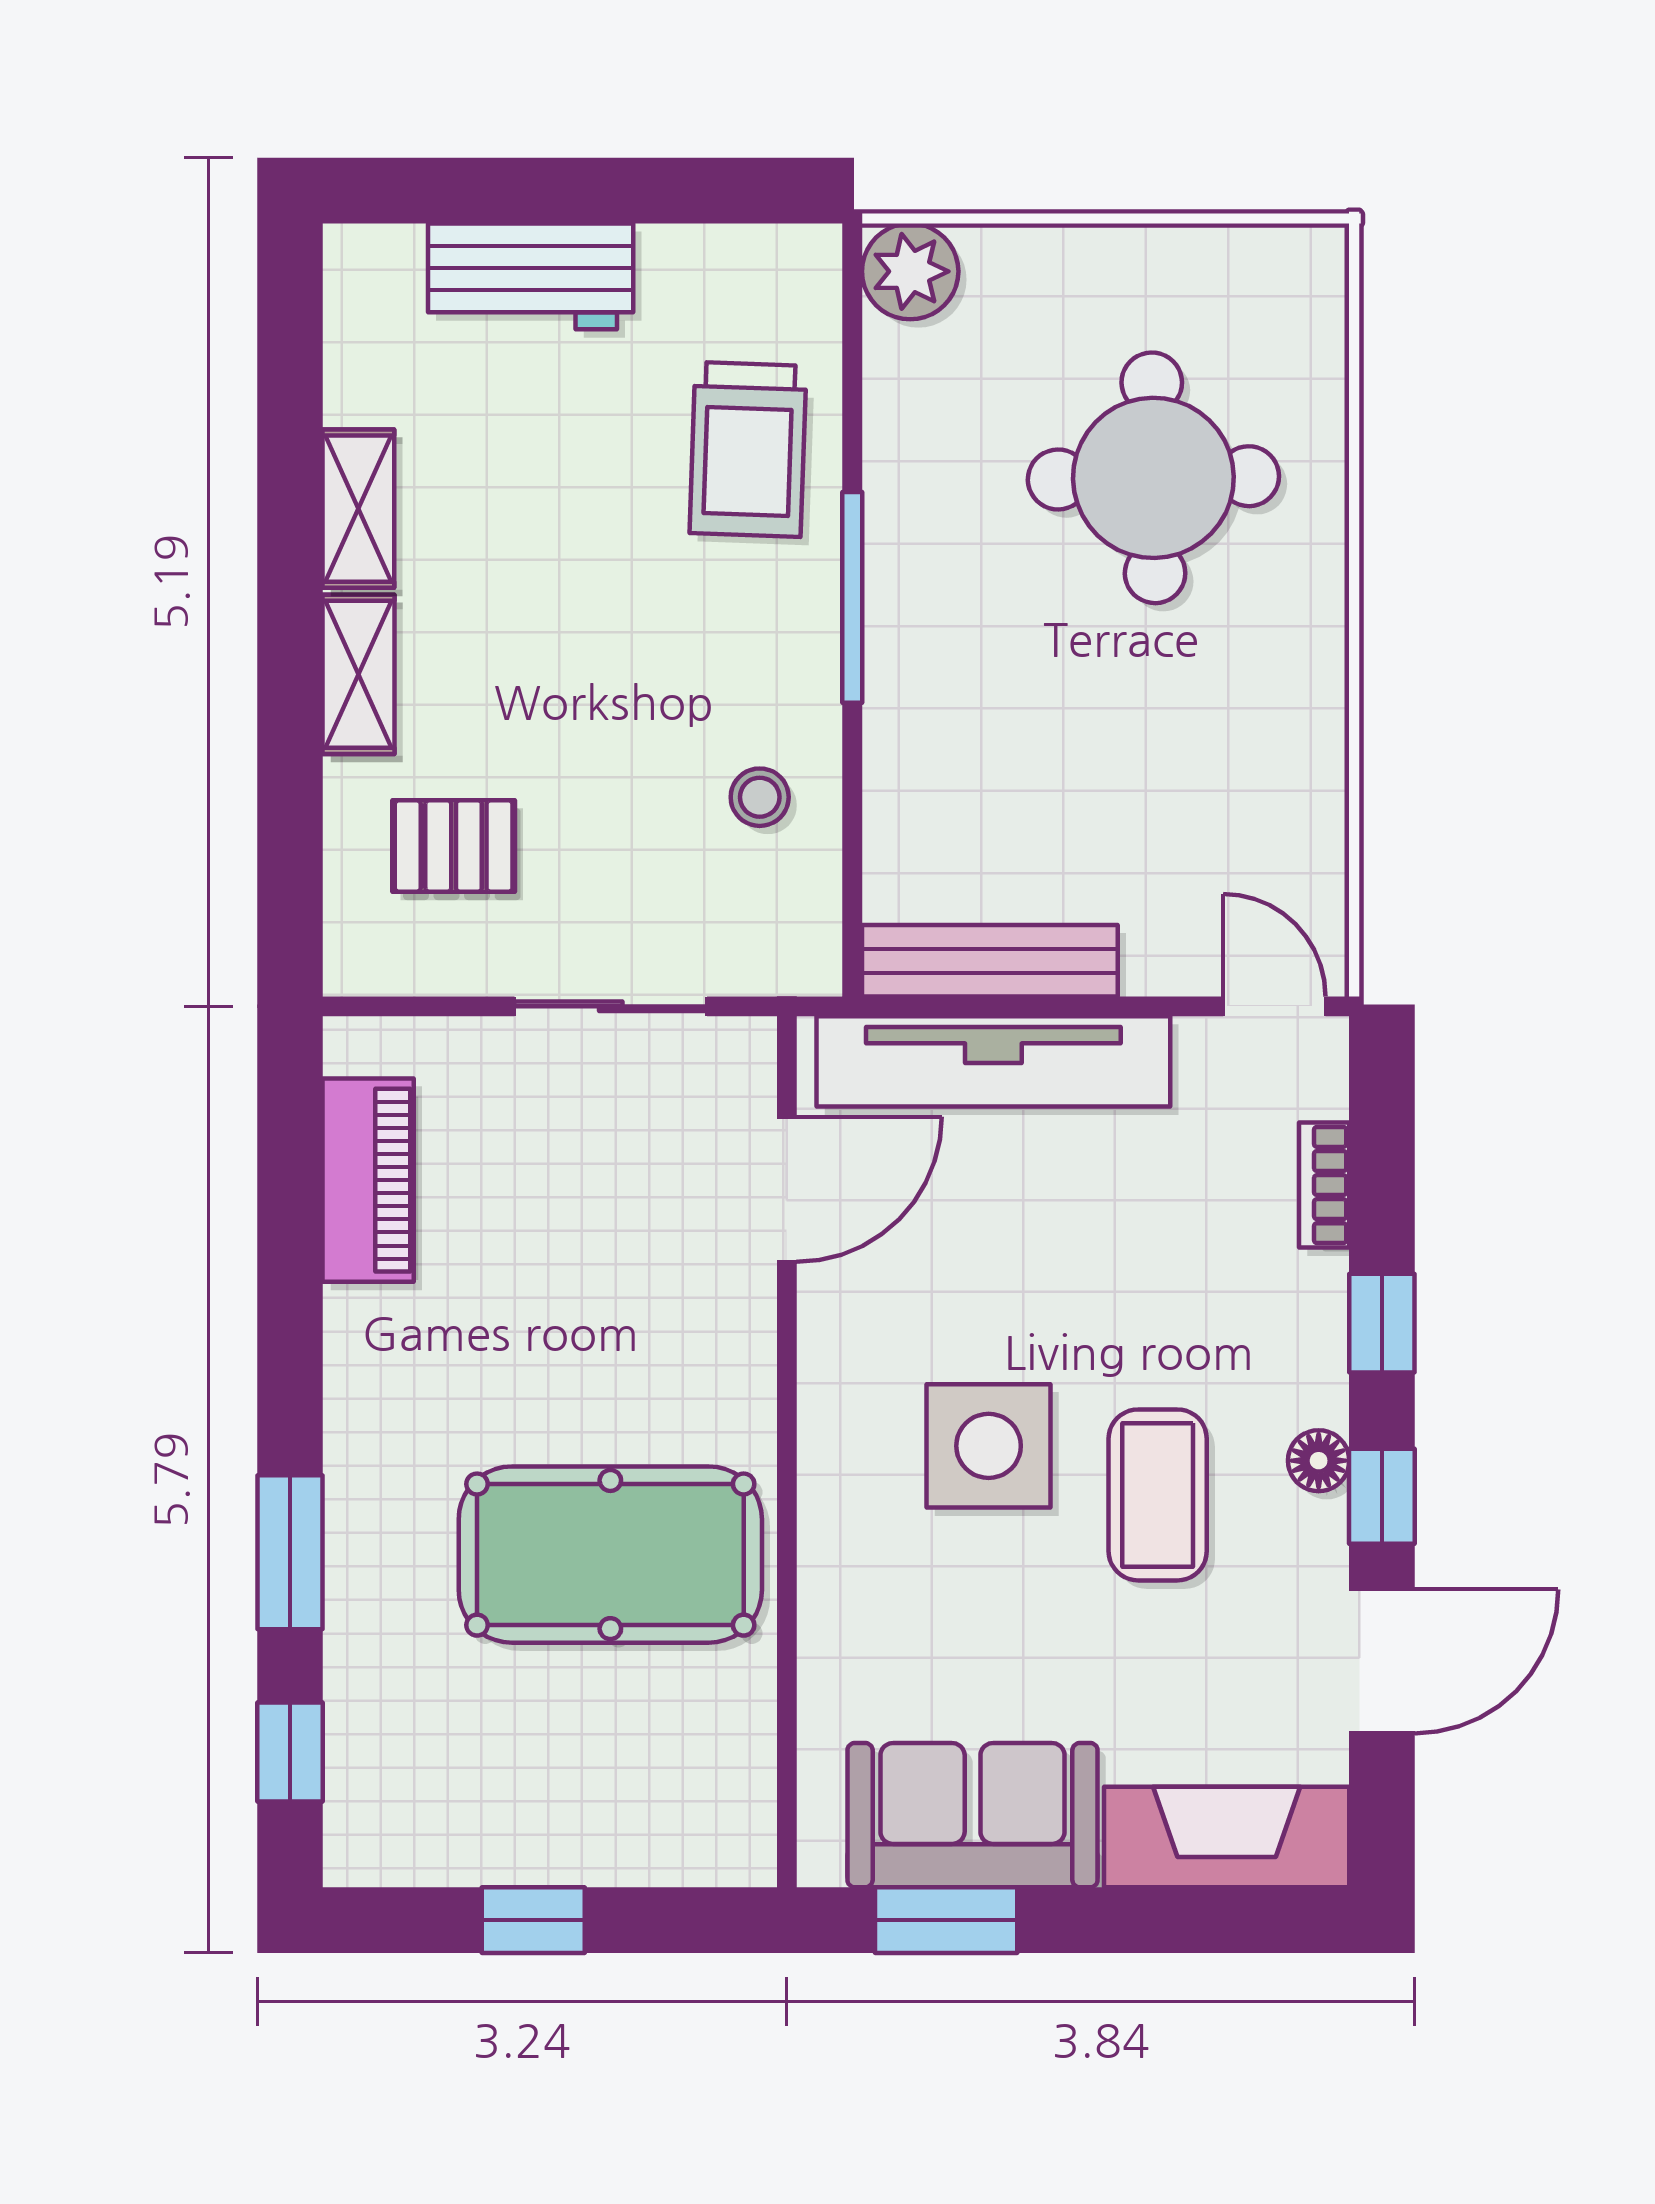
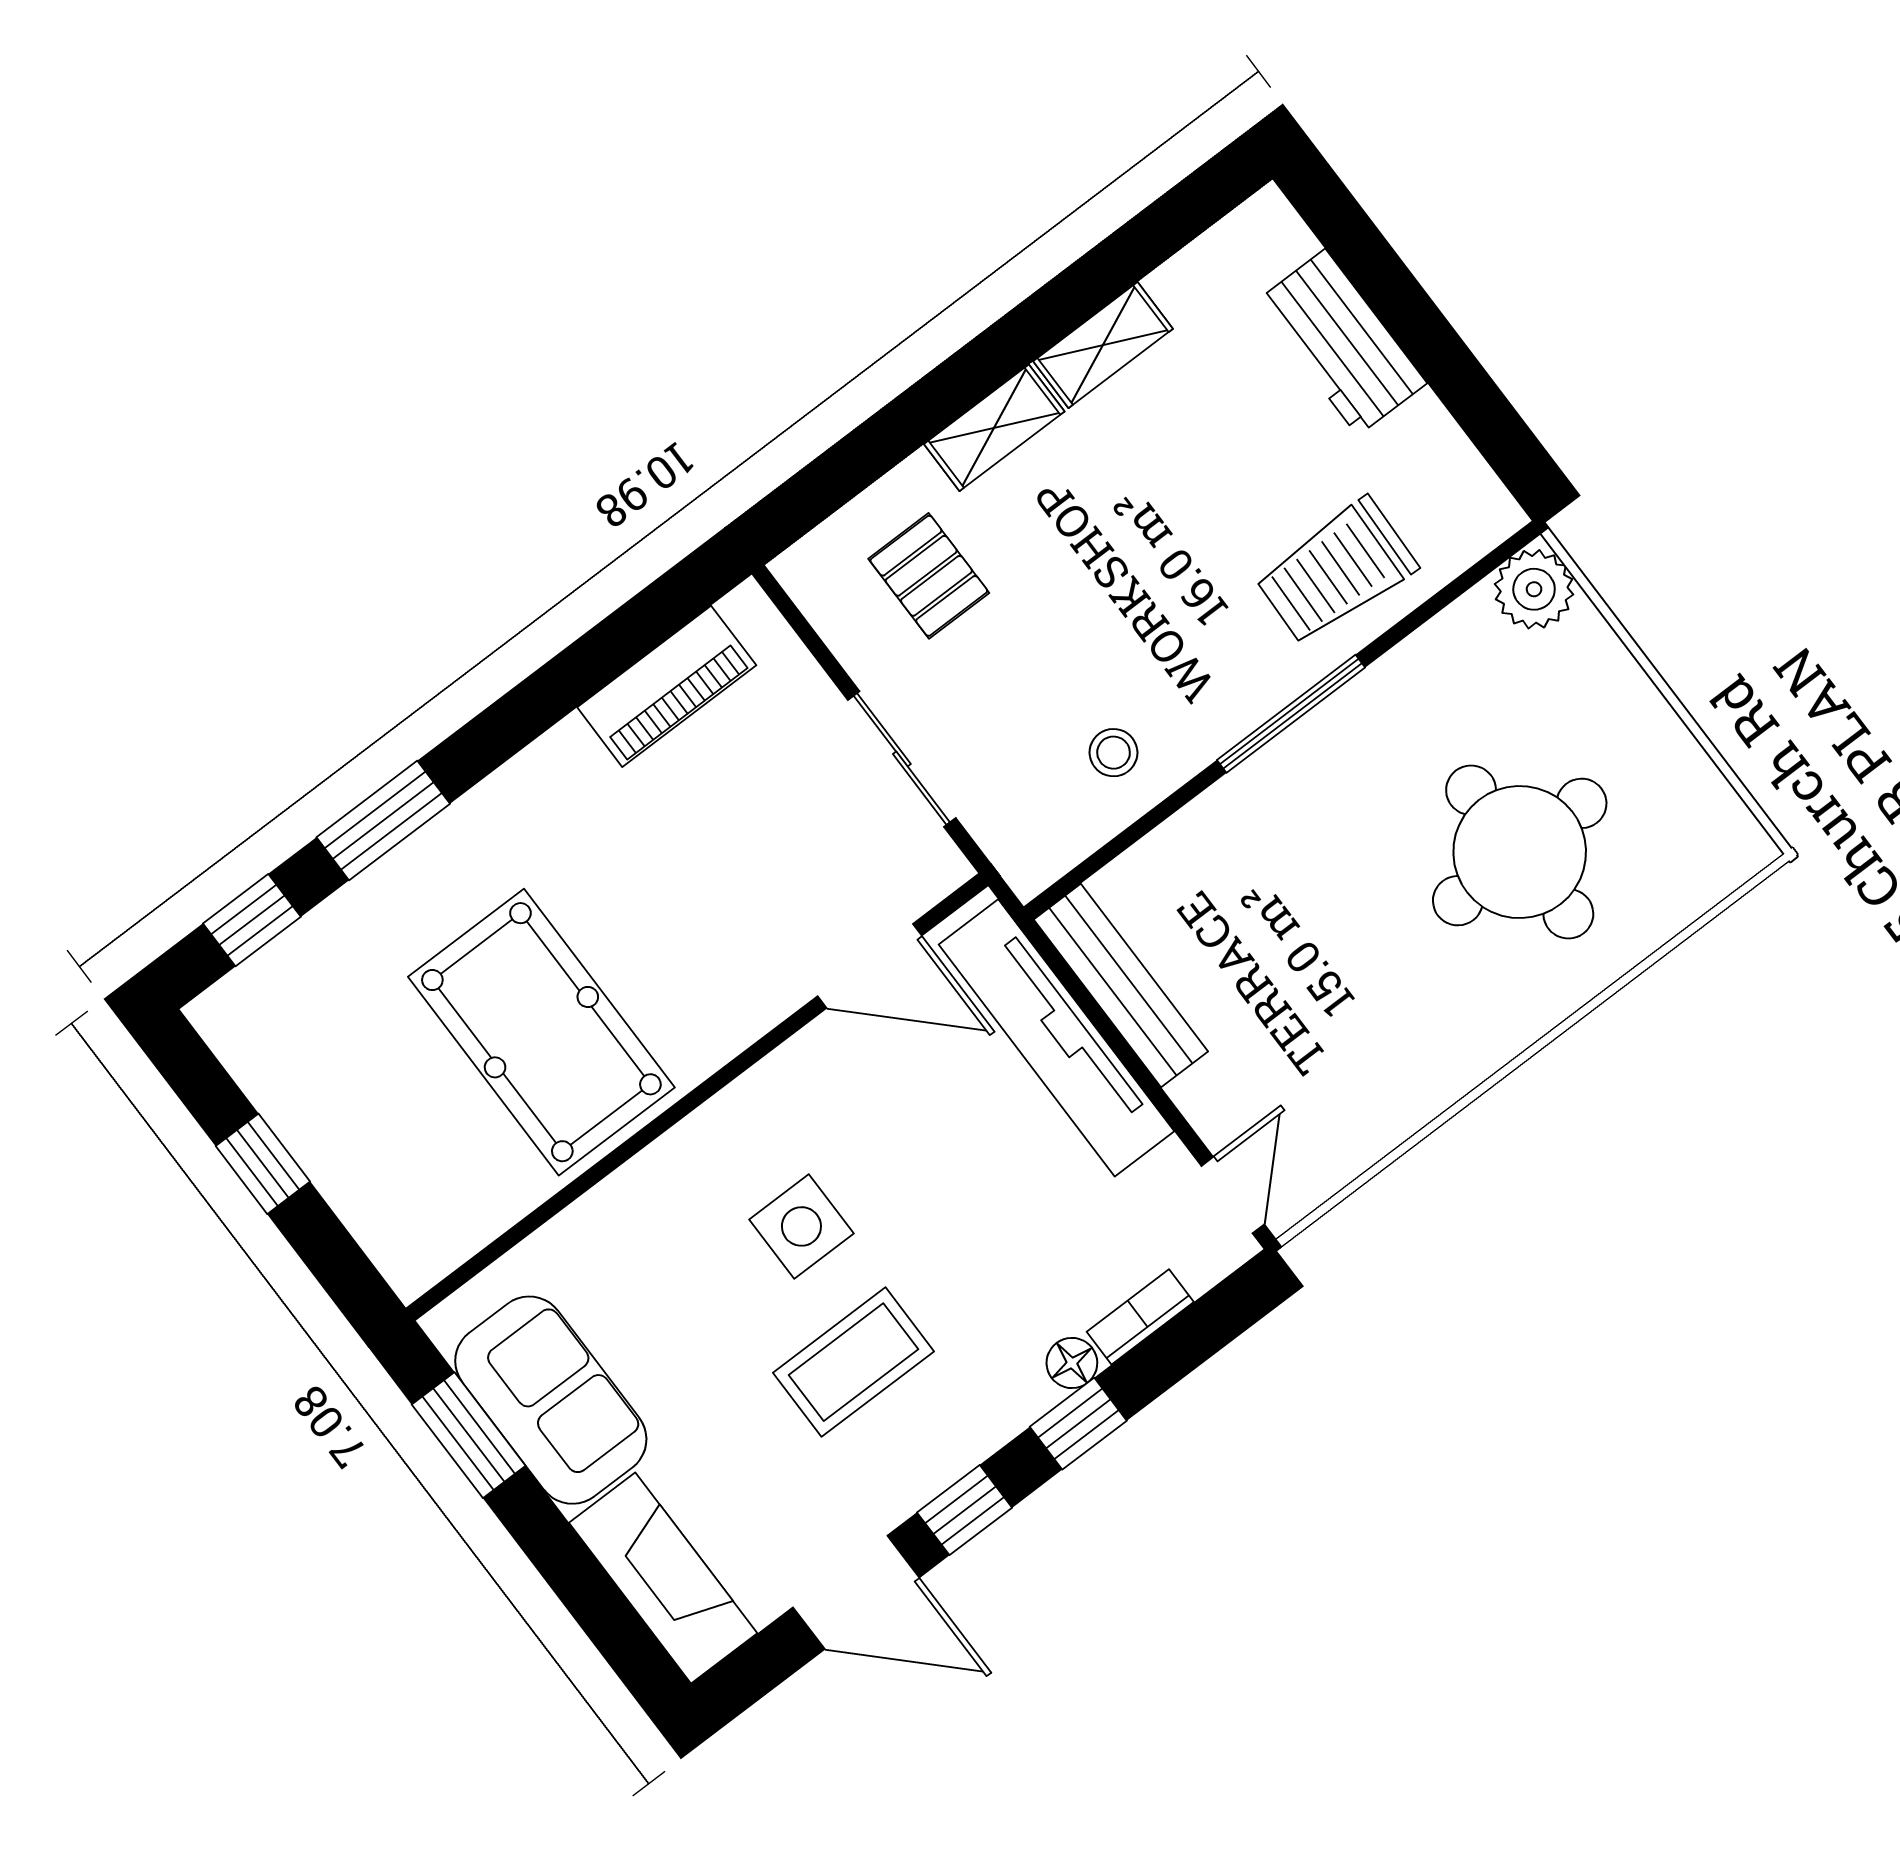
side table: (989, 1446) -> (801, 1226), width x0.73, depth x0.73
floor lamp: (1319, 1461) -> (1072, 1363), moved

